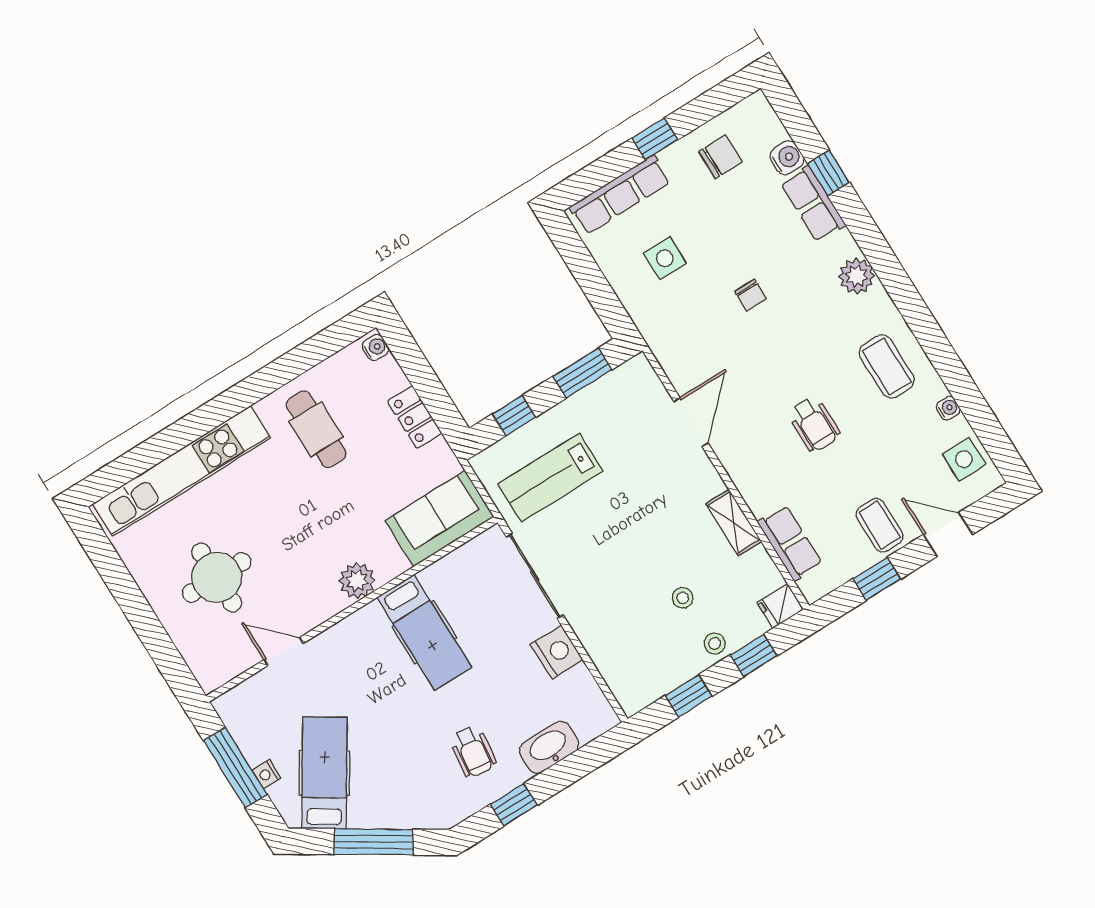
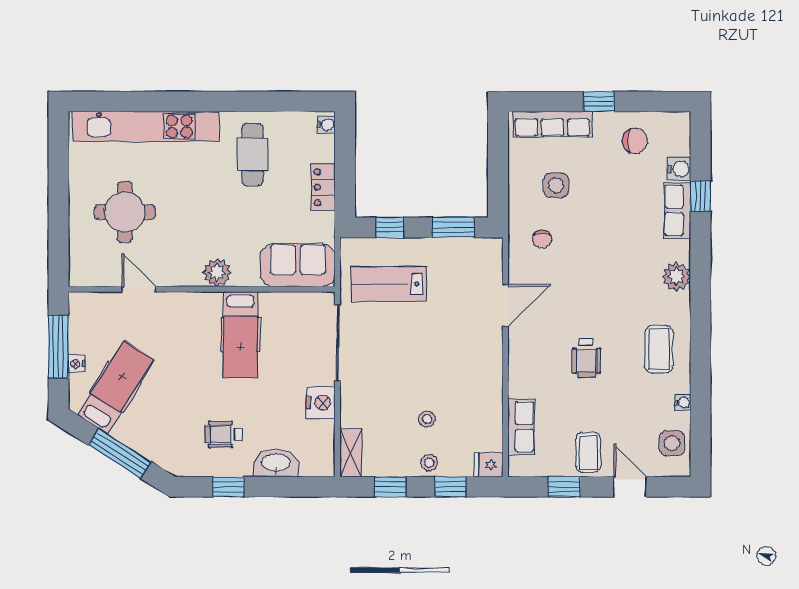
chair: (751, 295) -> (542, 239), moved
shelving: (734, 523) -> (351, 453), moved
wheelchair: (473, 752) -> (223, 434), turned 83

